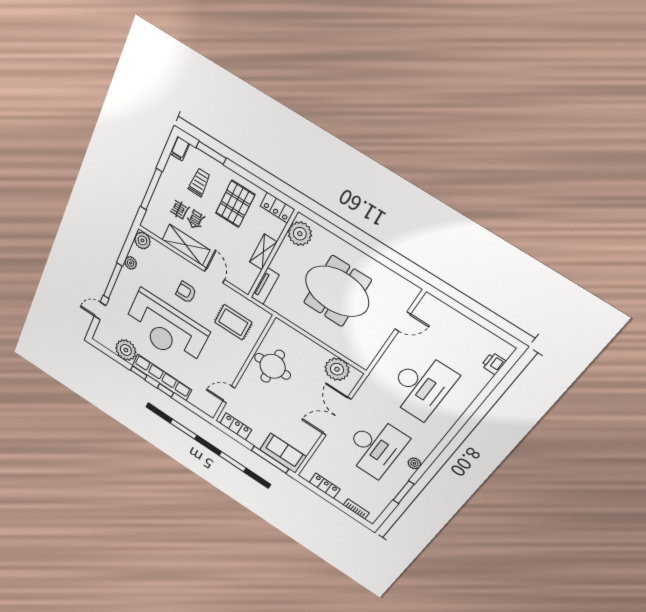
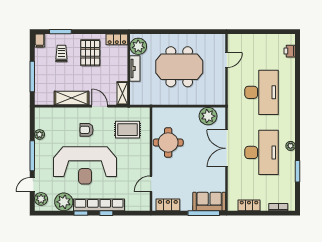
plant: (142, 240) -> (41, 199), moved
shelving: (263, 252) -> (122, 93), moved
tv unit: (265, 286) -> (135, 68), moved

